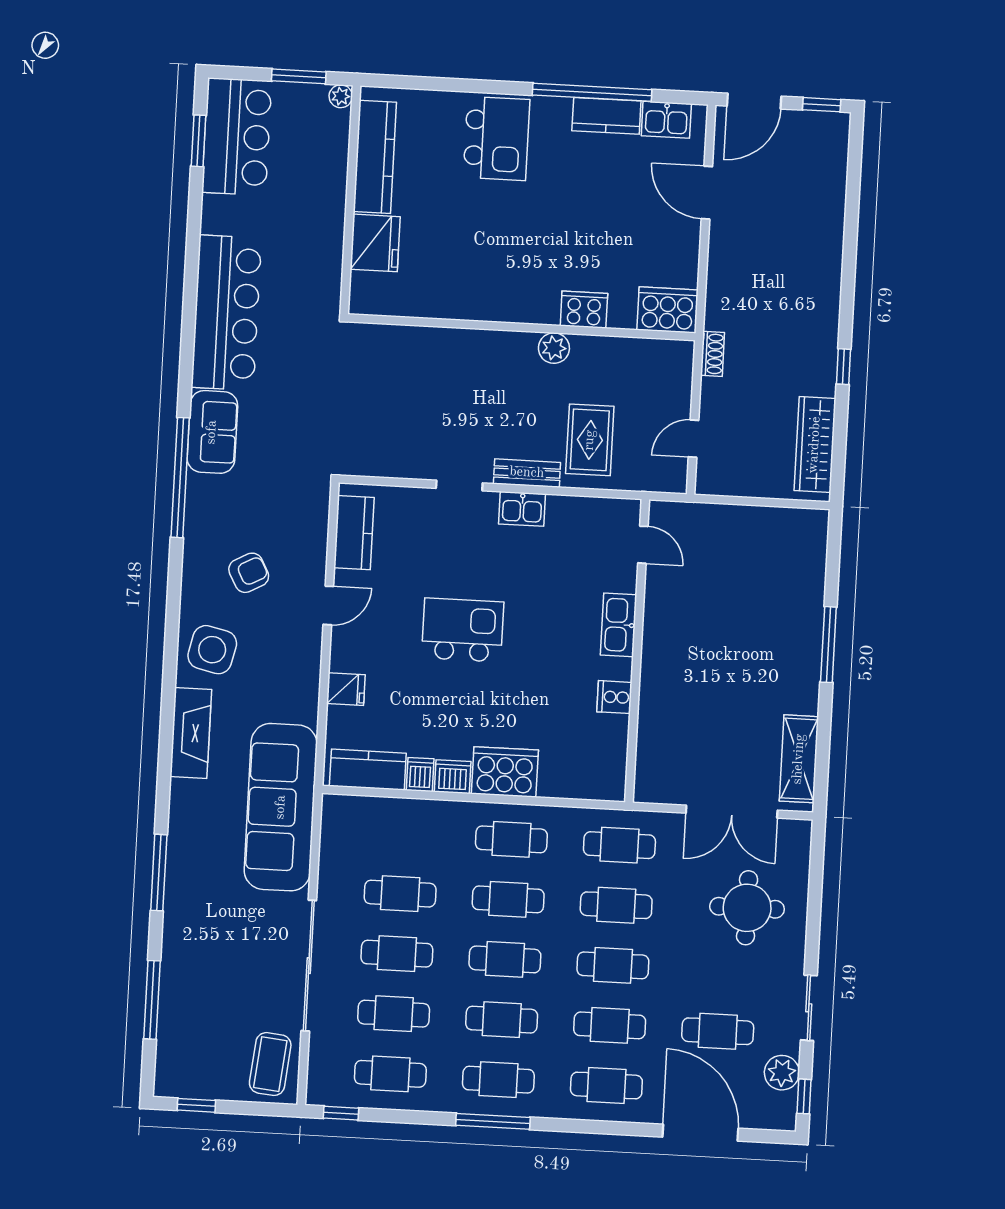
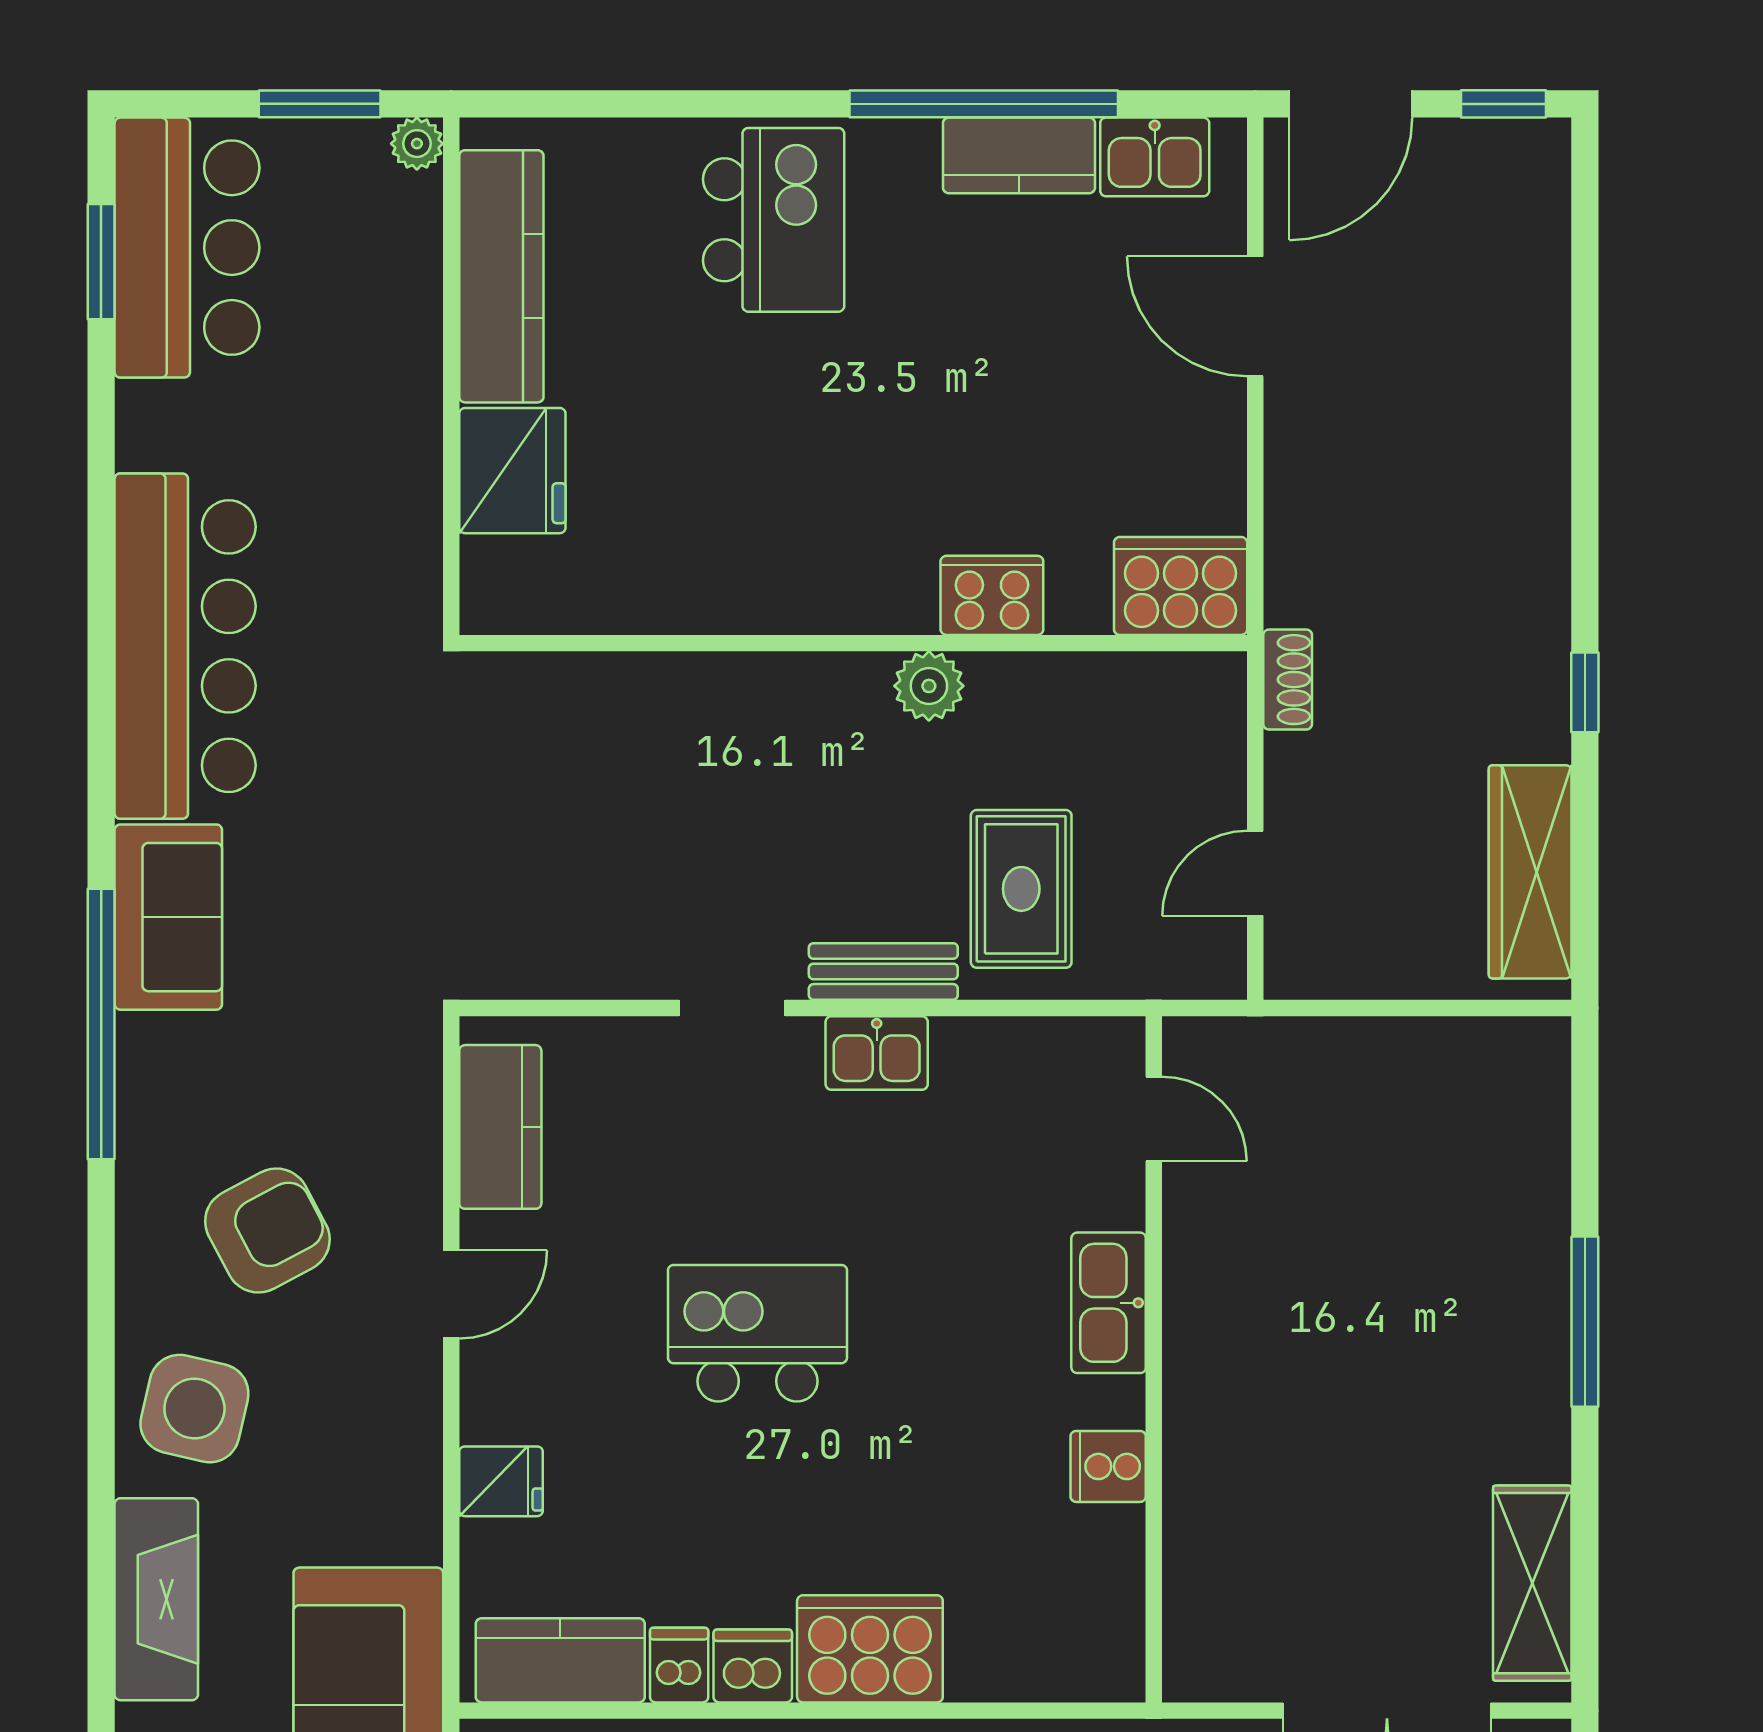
armchair: (249, 573) -> (267, 1230), width x1.38, depth x1.38

